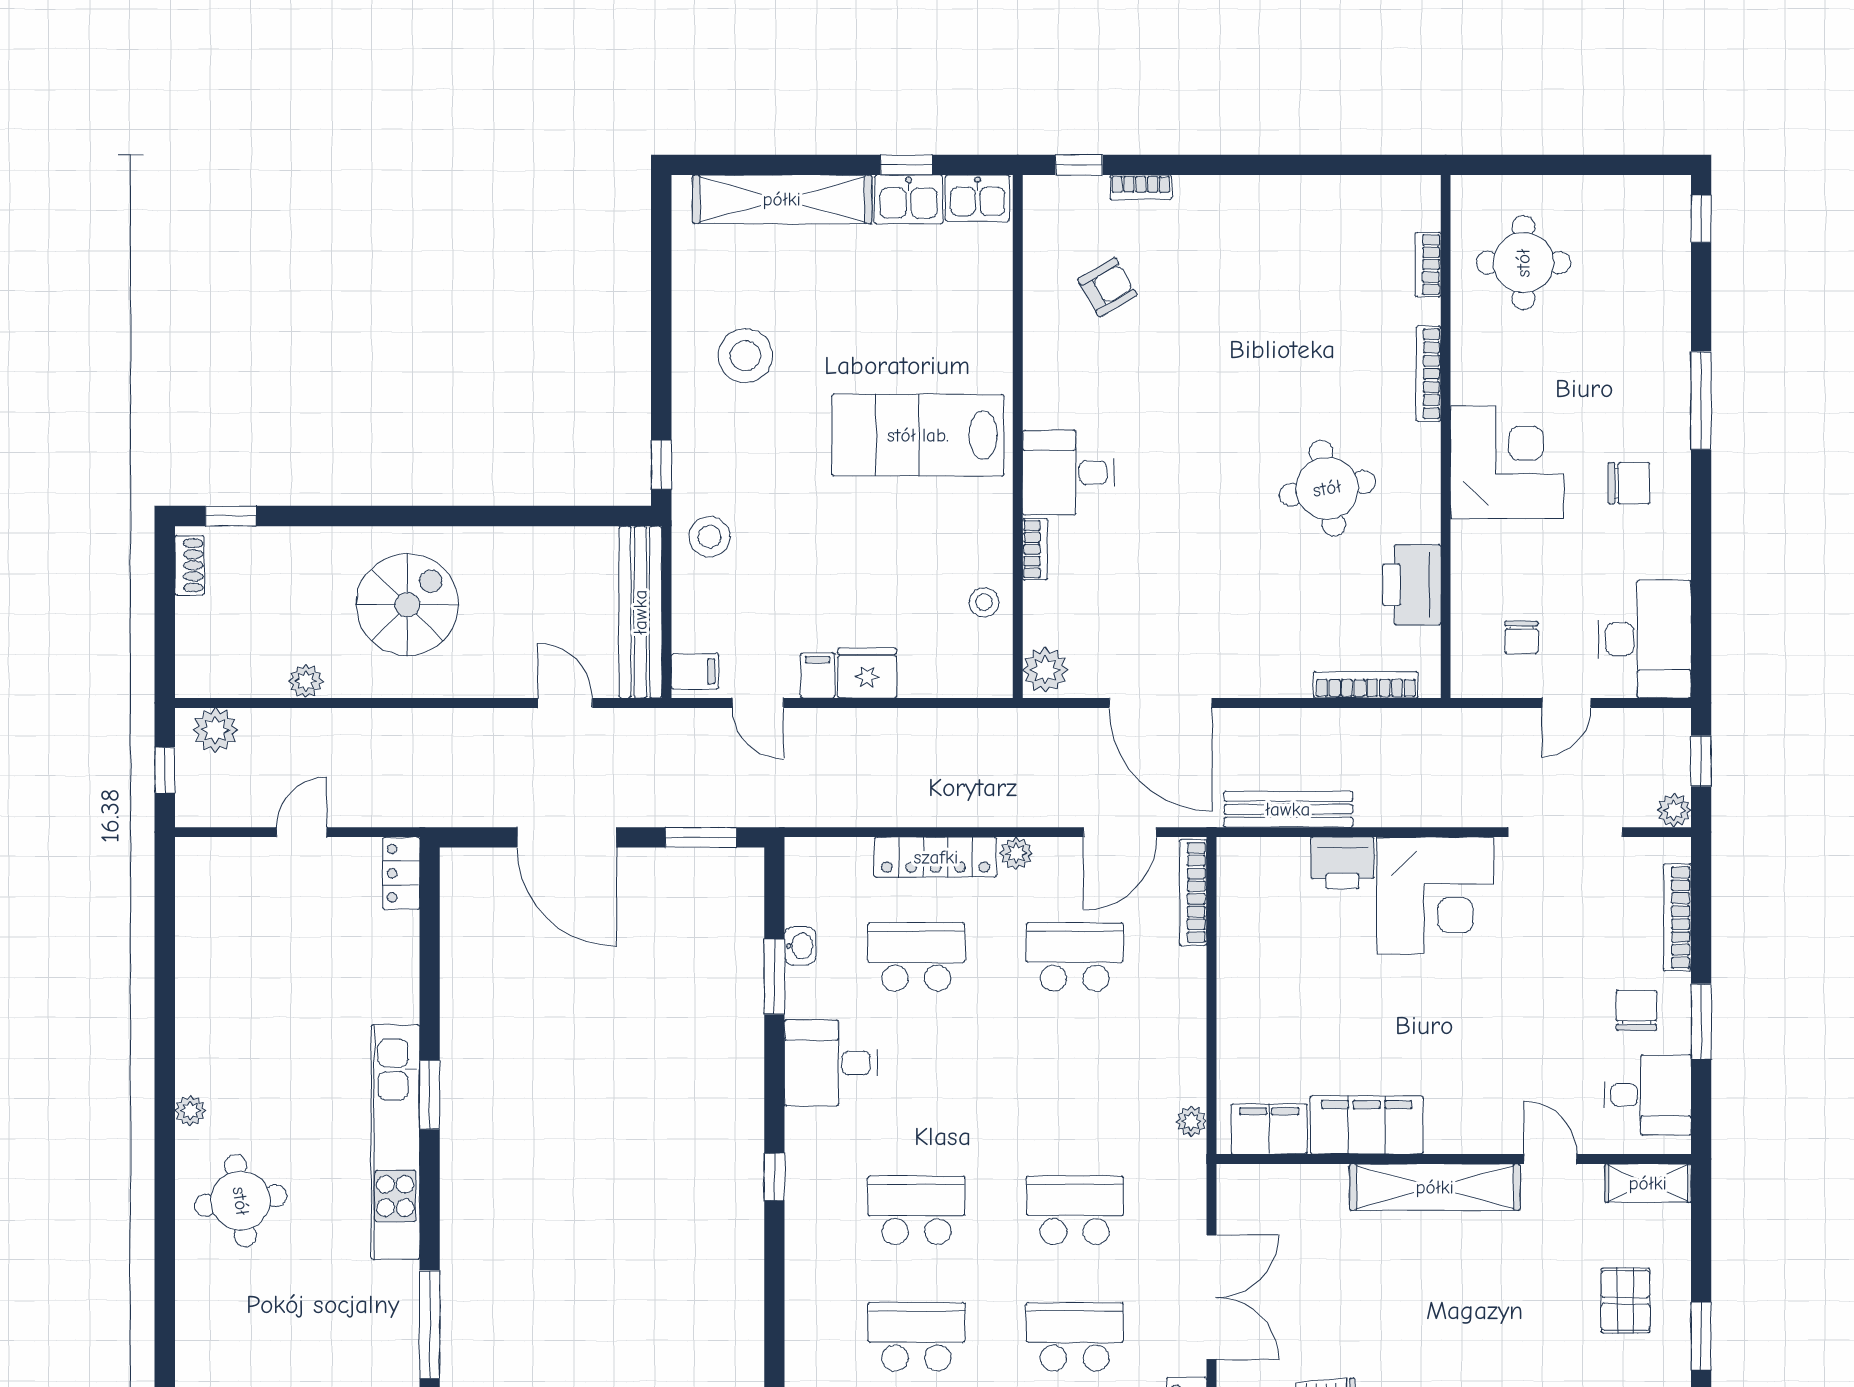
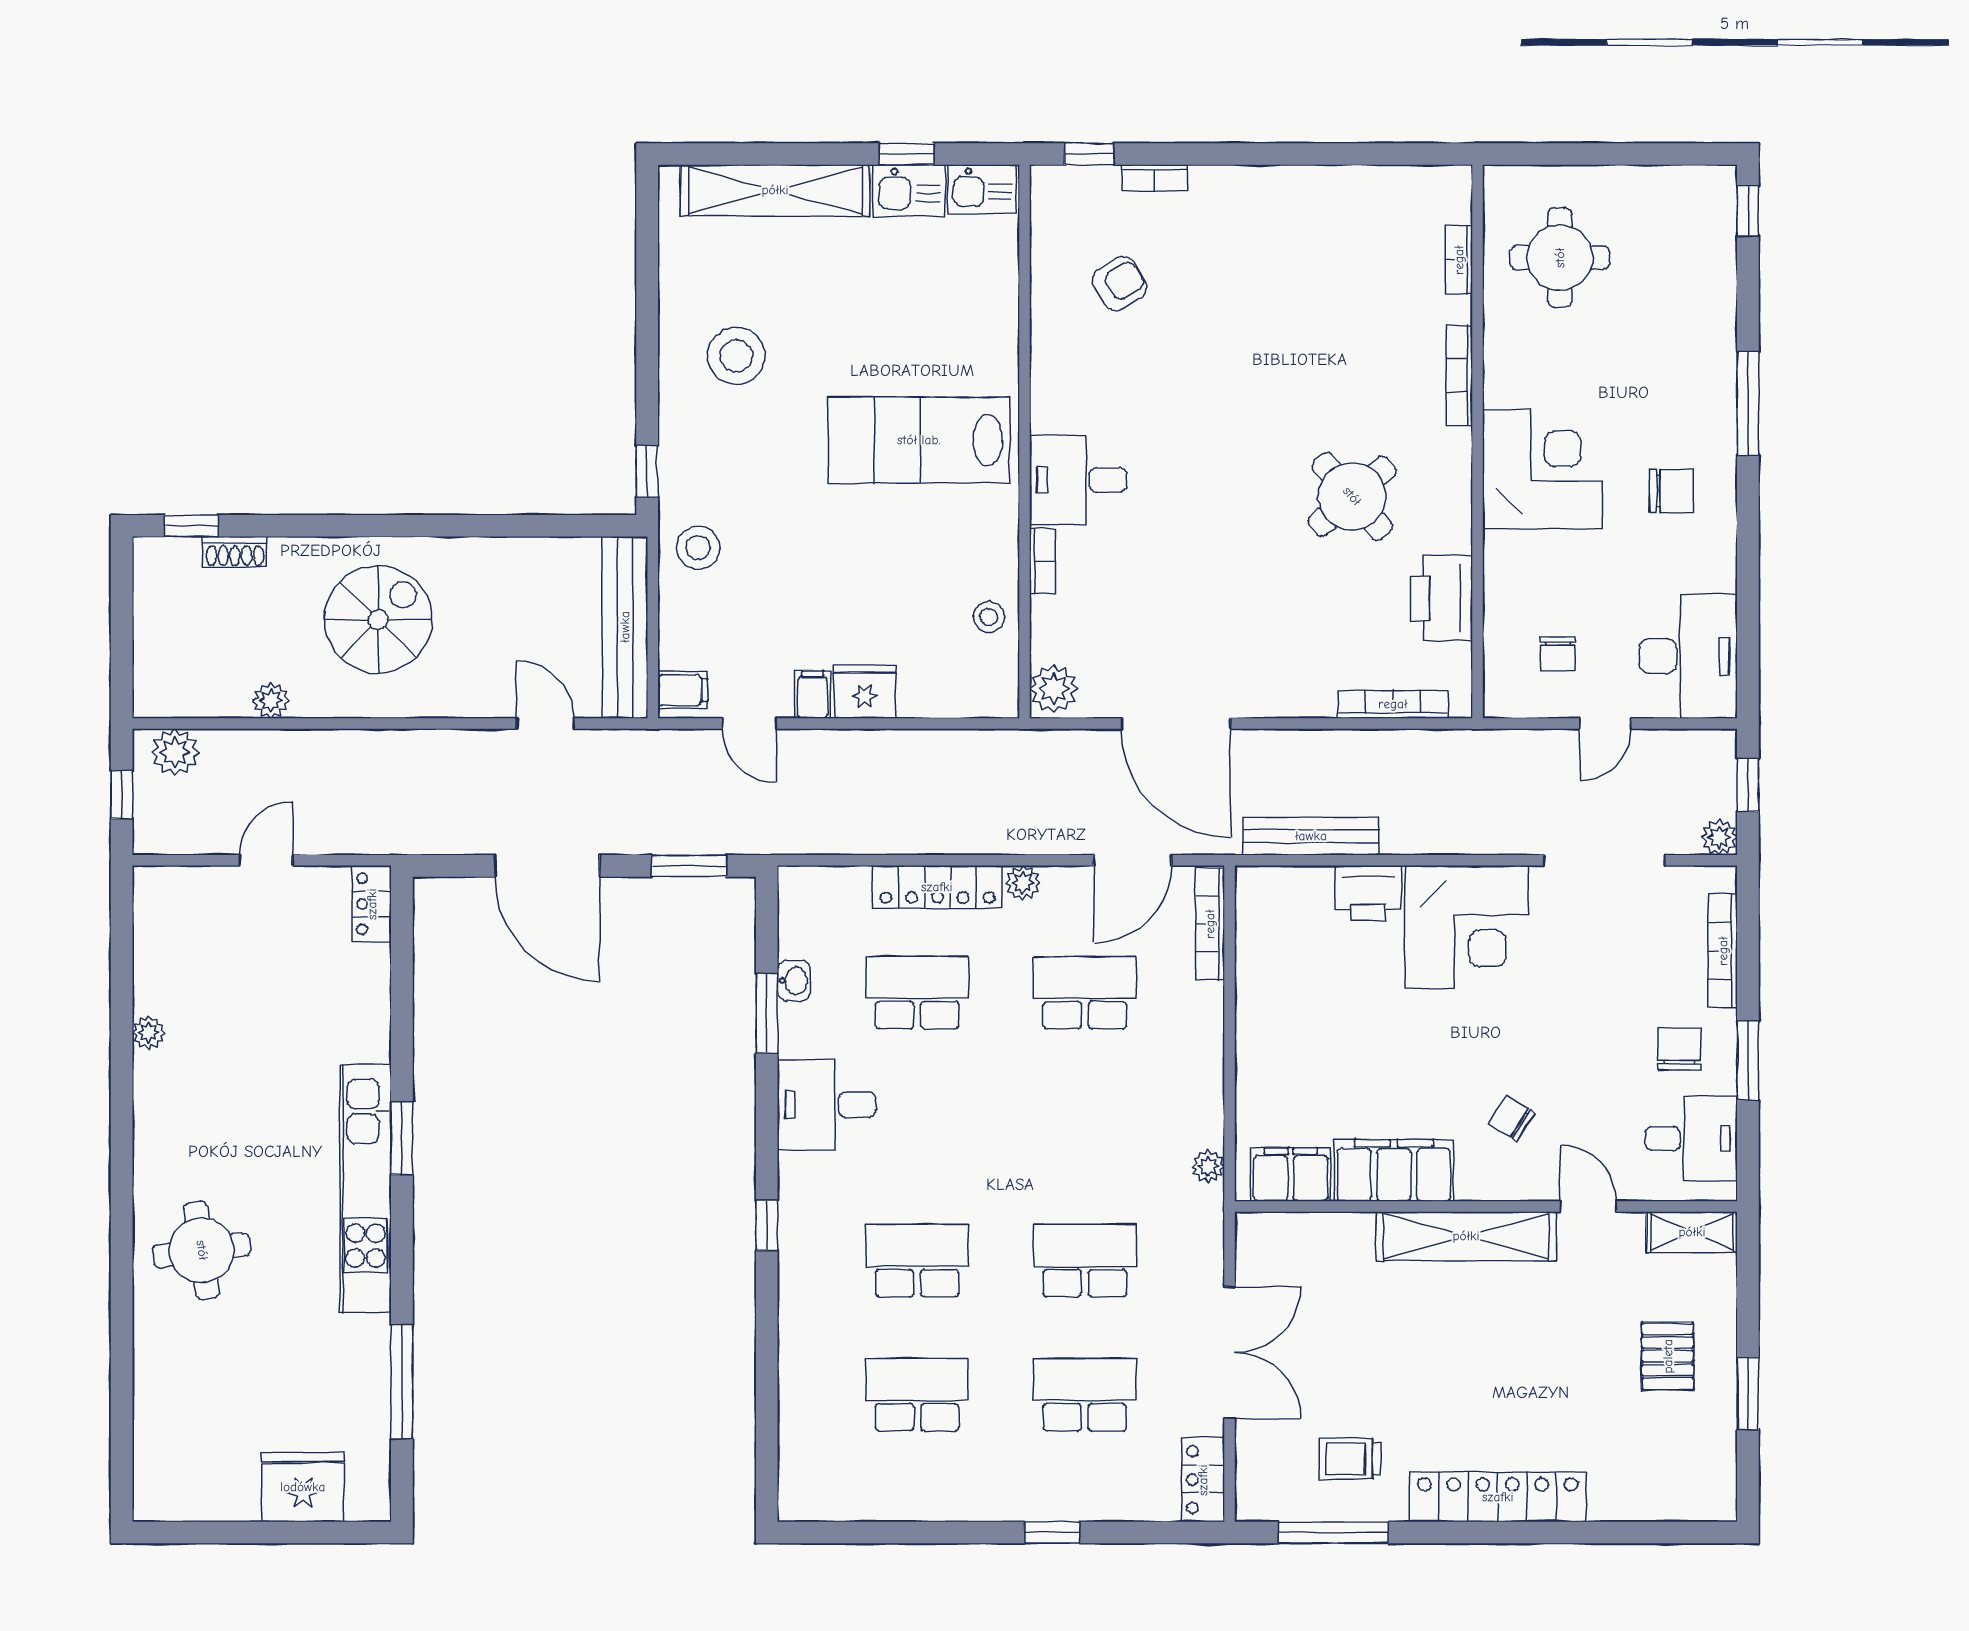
round table: (1327, 488) -> (1352, 496), turned -31
shoe rack: (190, 565) -> (235, 552), moved, turned 90
chair: (1478, 1076) -> (1512, 1118), added
plant: (190, 1111) -> (149, 1033), moved

